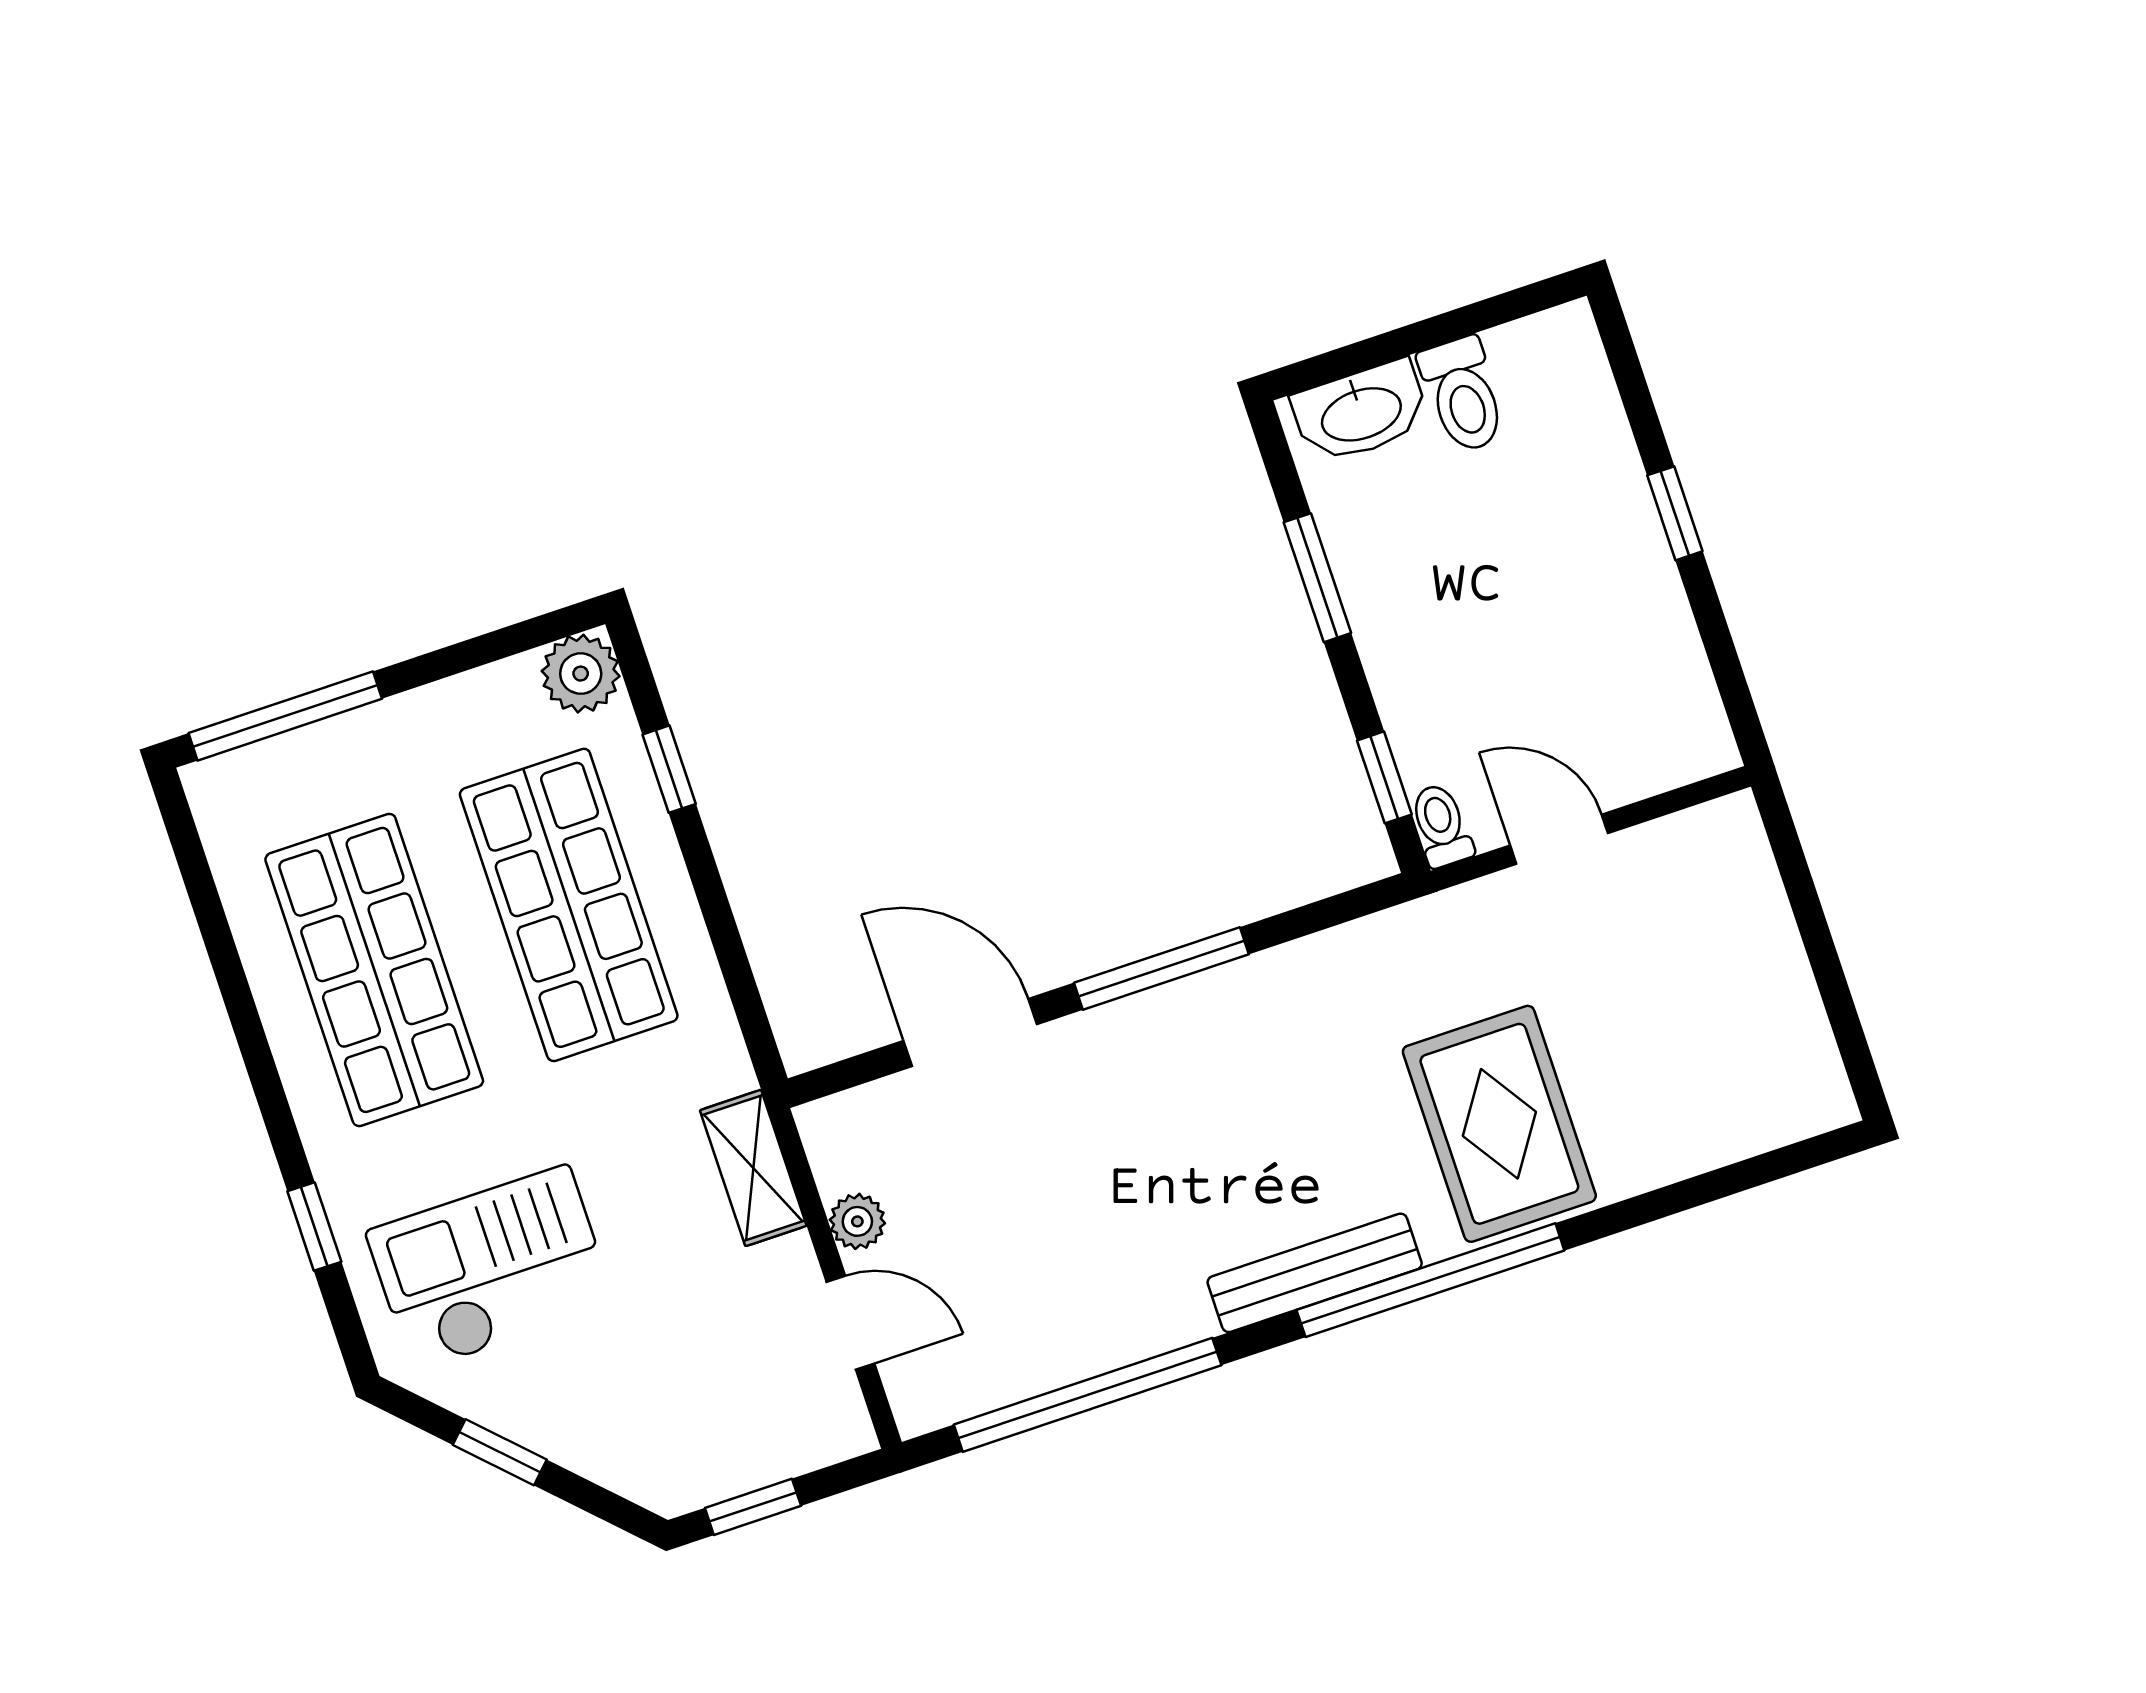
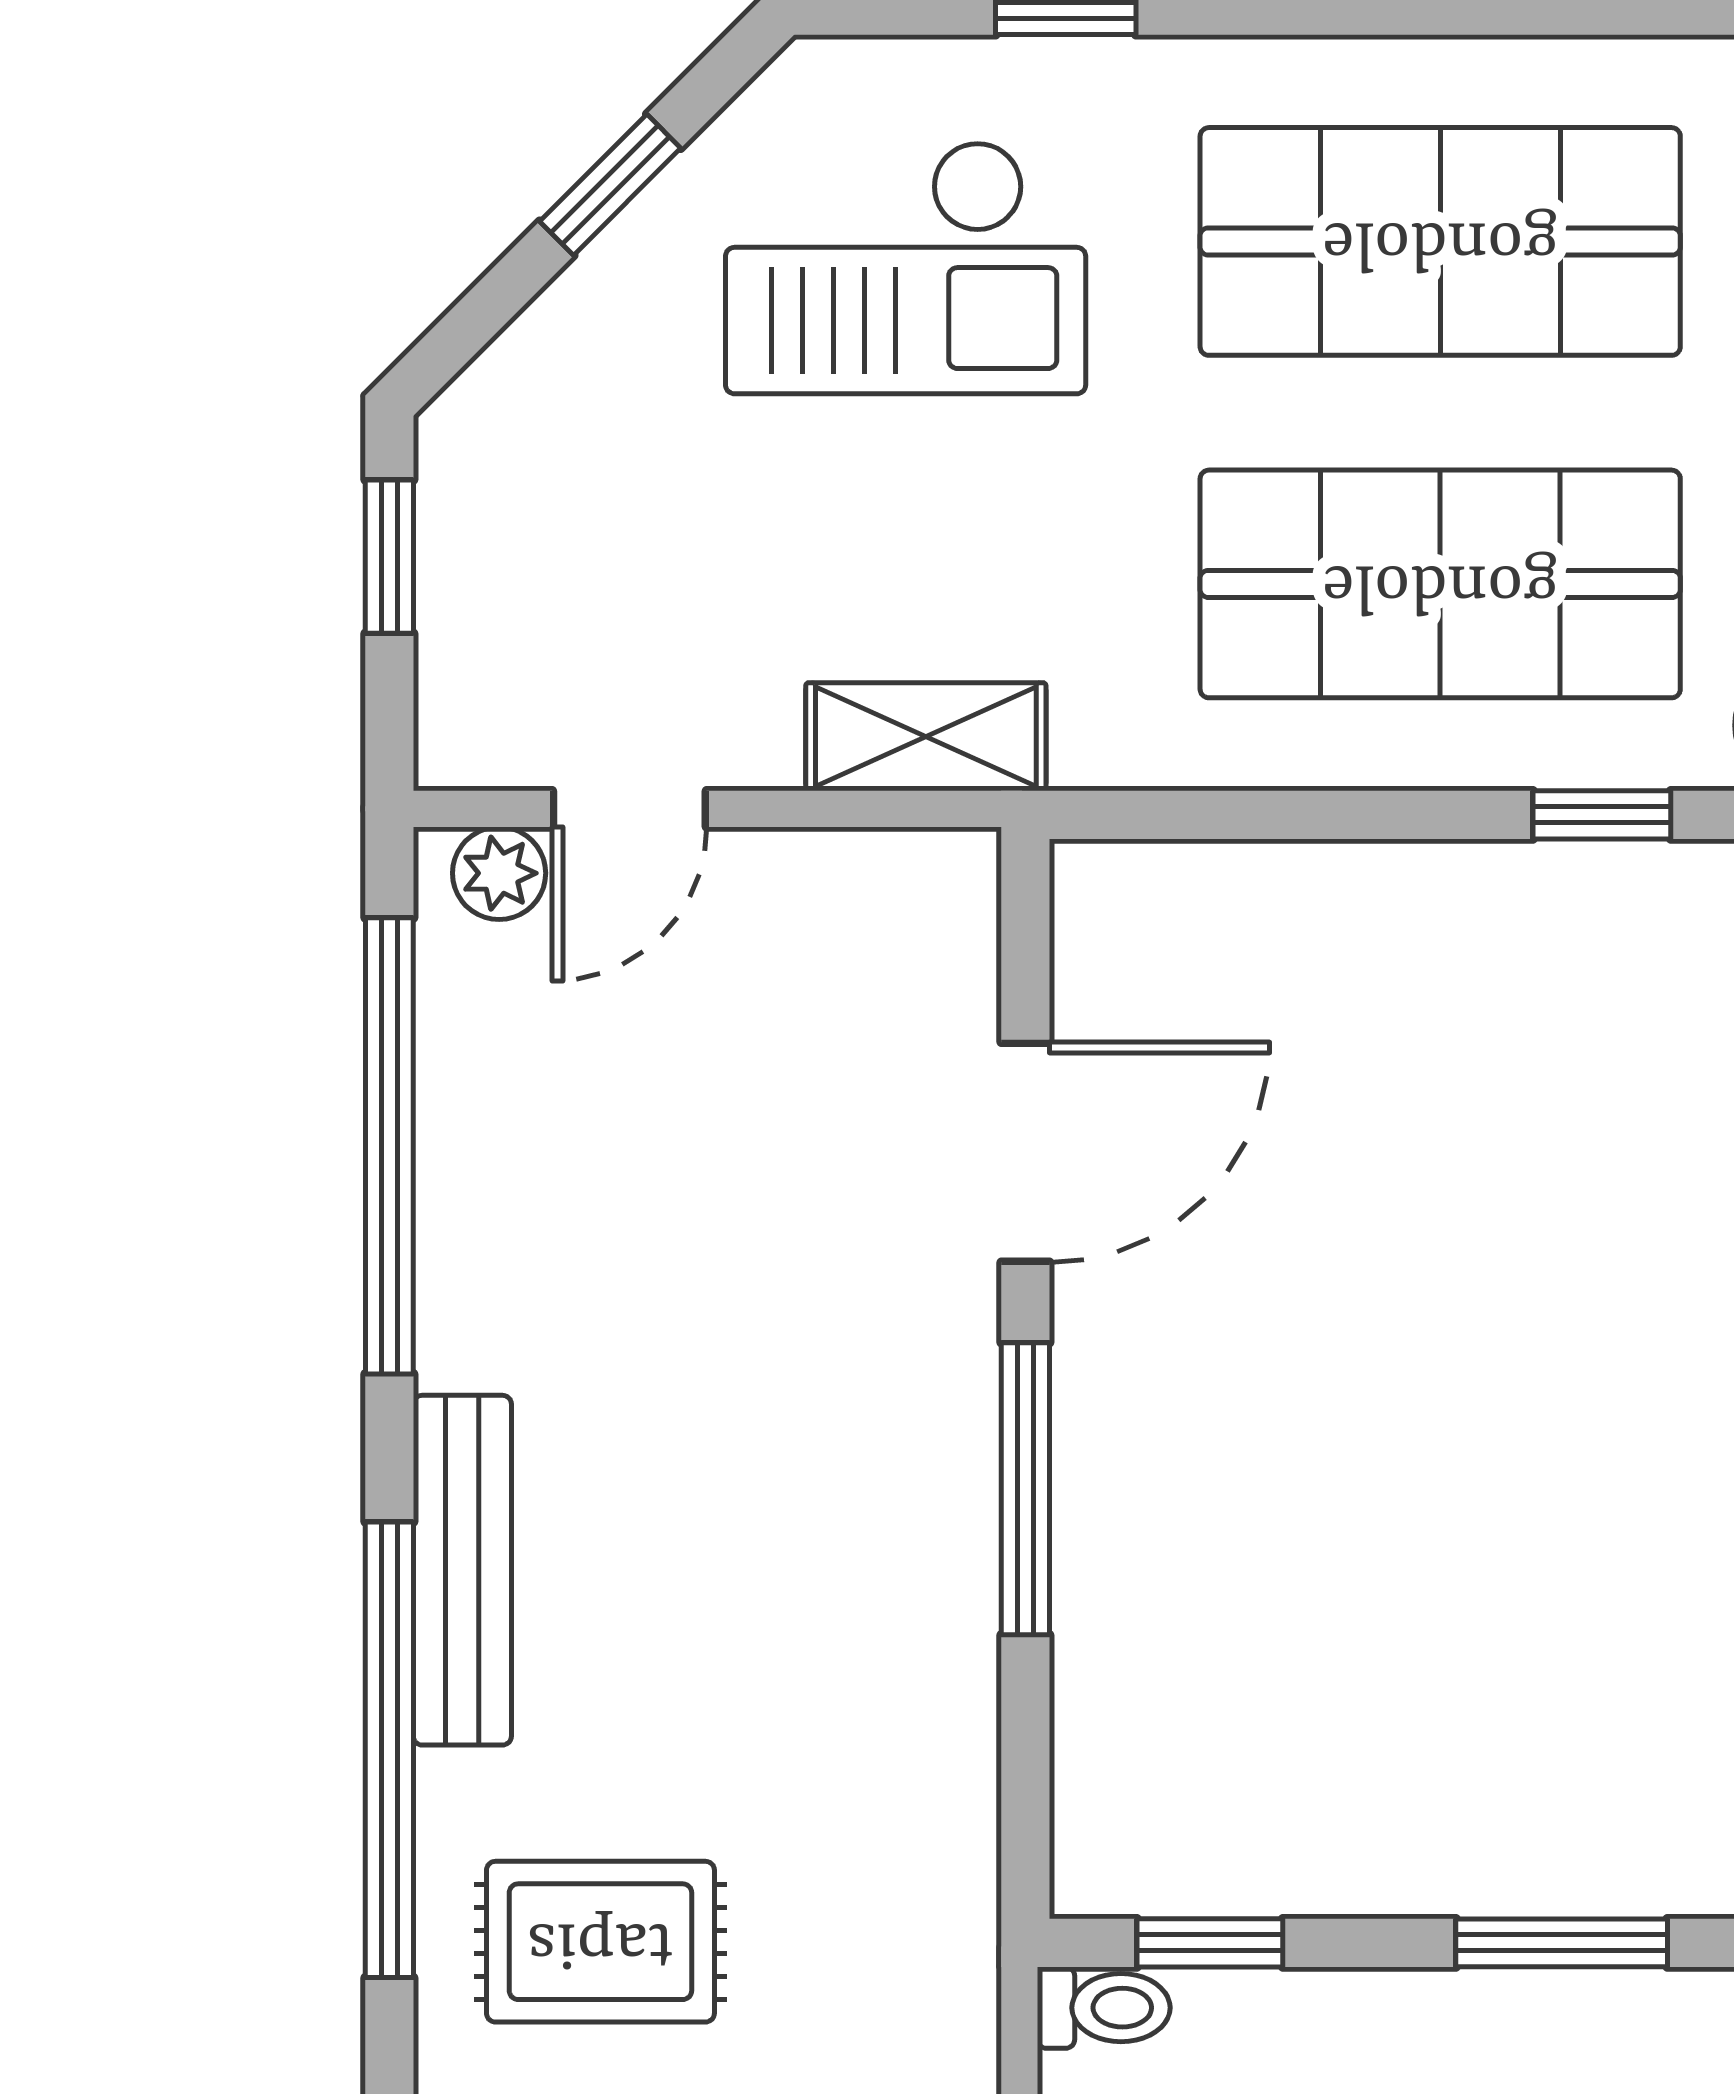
rug: (1499, 1124) -> (600, 1942), width x0.73, depth x0.70
plant: (857, 1221) -> (499, 873), moved
checkout: (491, 1269) -> (906, 267), turned 90

